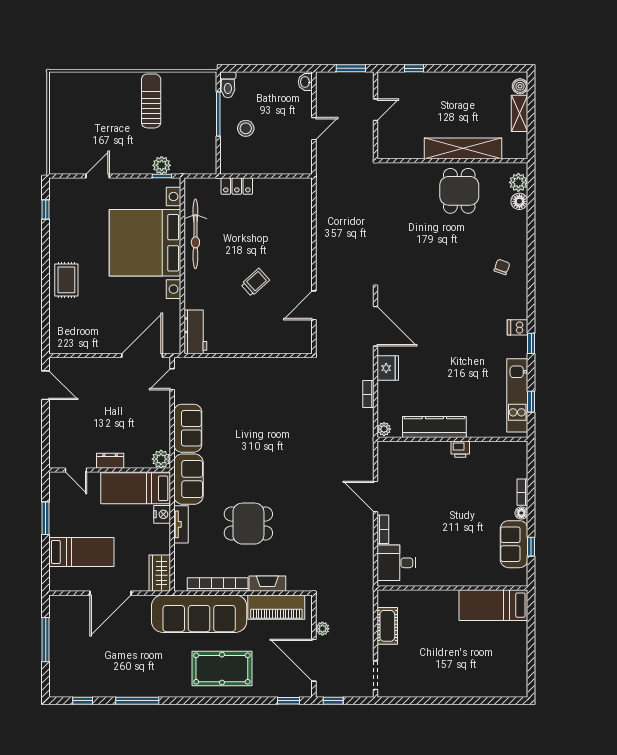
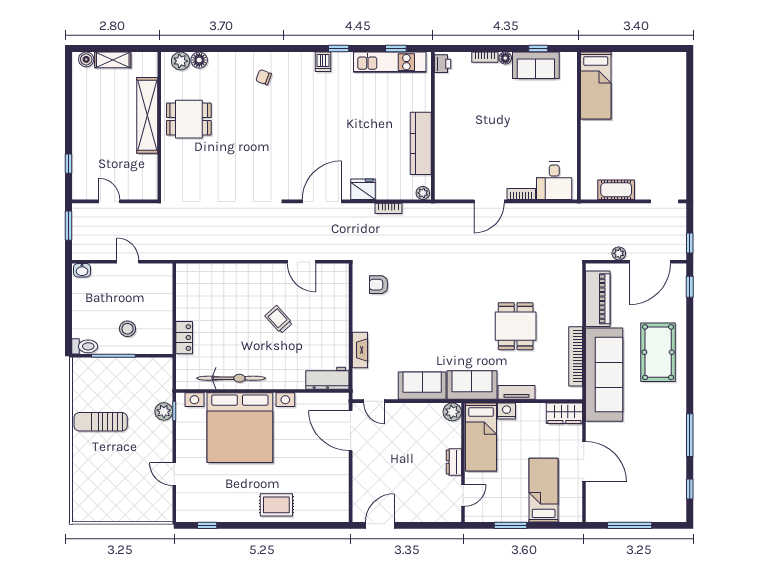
armchair: (291, 384) -> (379, 285), added
printer: (460, 449) -> (443, 64), moved
fireplace: (267, 584) -> (360, 350), moved, turned 180

